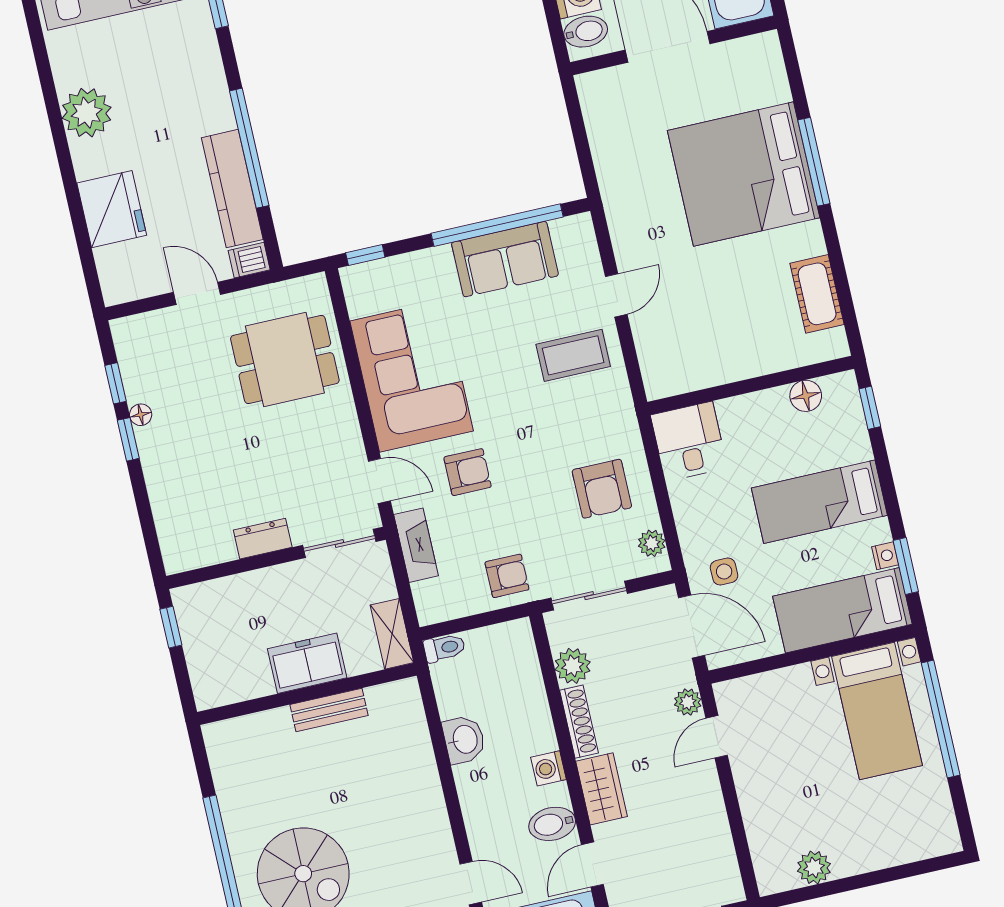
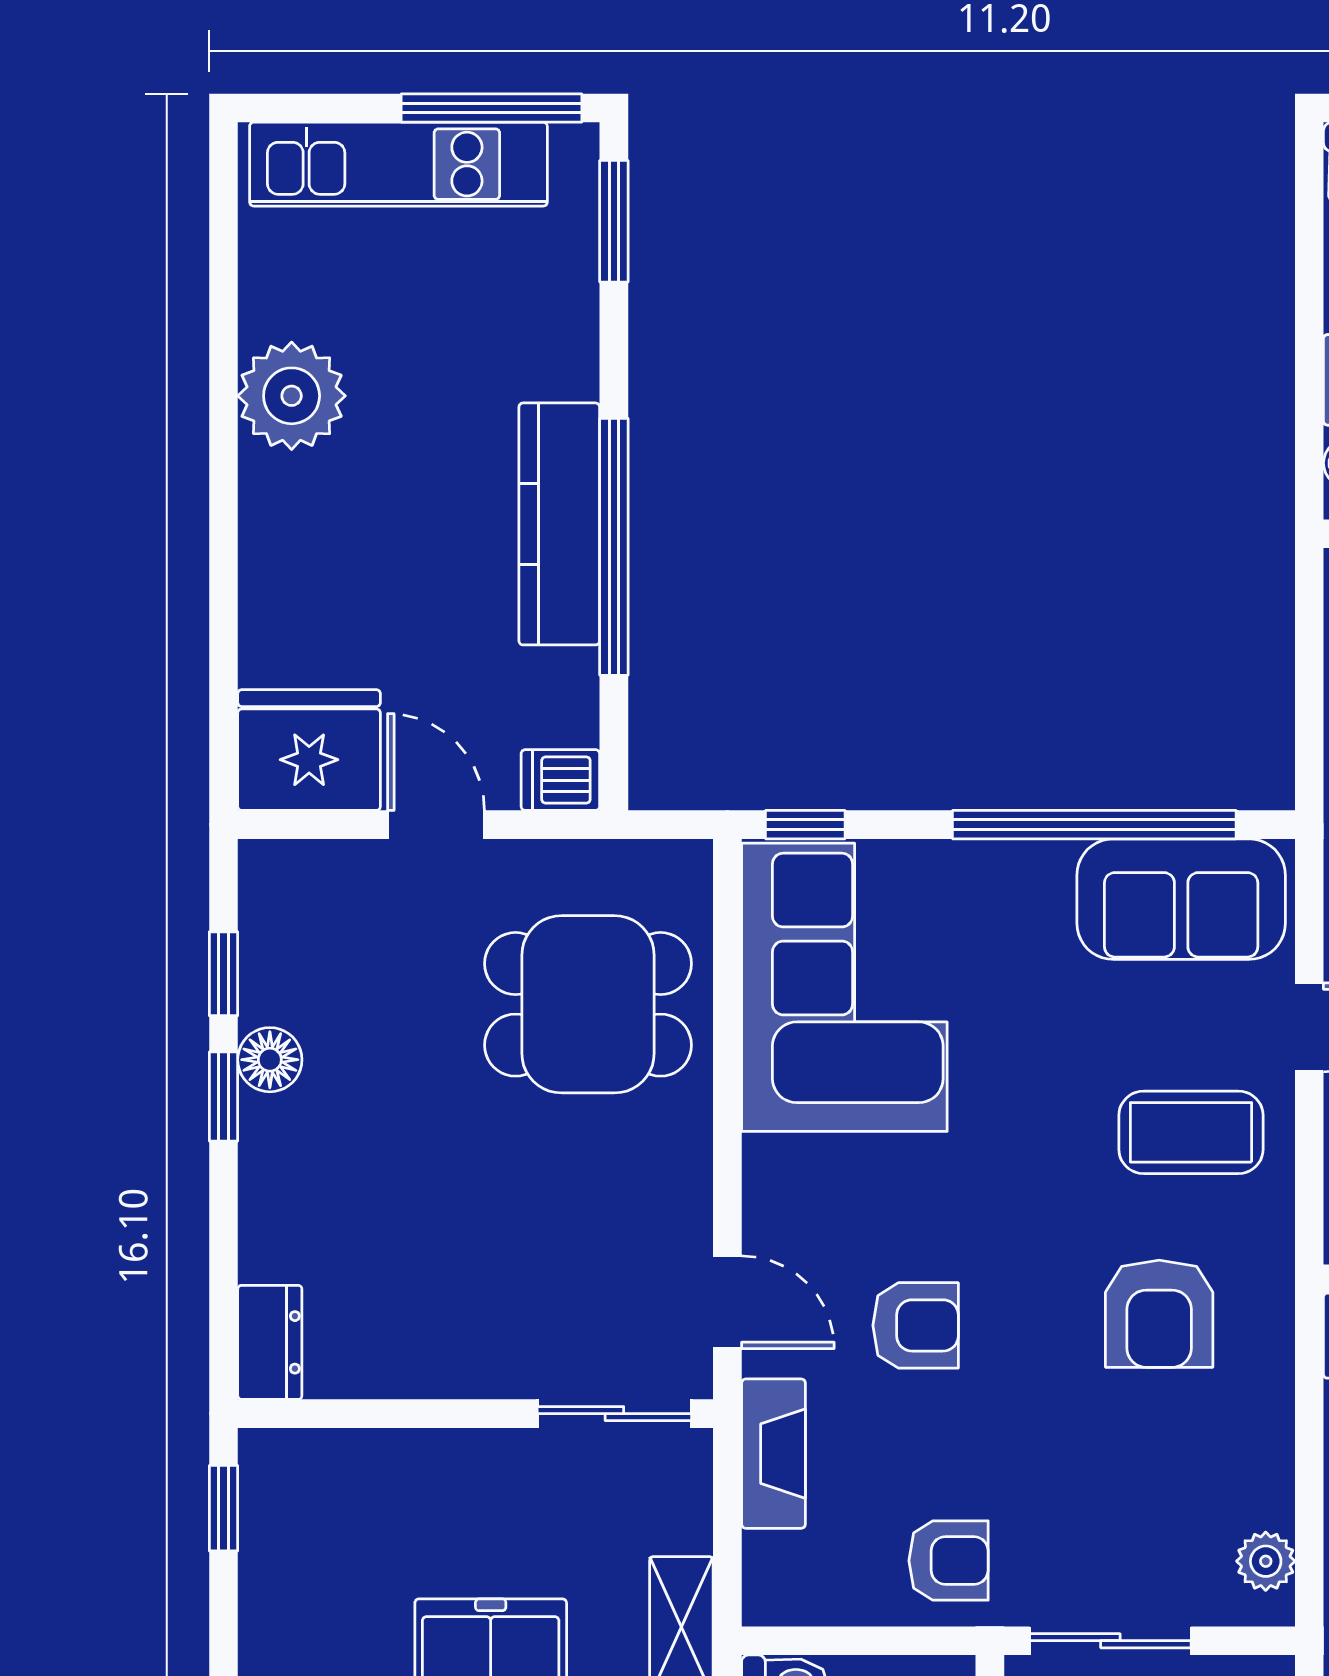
kitchen counter: (232, 189) -> (559, 524), moved
fridge: (112, 209) -> (309, 750), moved, turned -90
sofa: (505, 259) -> (1181, 899), moved
corner sofa: (412, 376) -> (844, 987), moved
floor lamp: (141, 415) -> (270, 1060), width x1.37, depth x1.37
armchair: (602, 489) -> (1159, 1314), moved
dresser: (263, 539) -> (270, 1342), moved, turned 90

